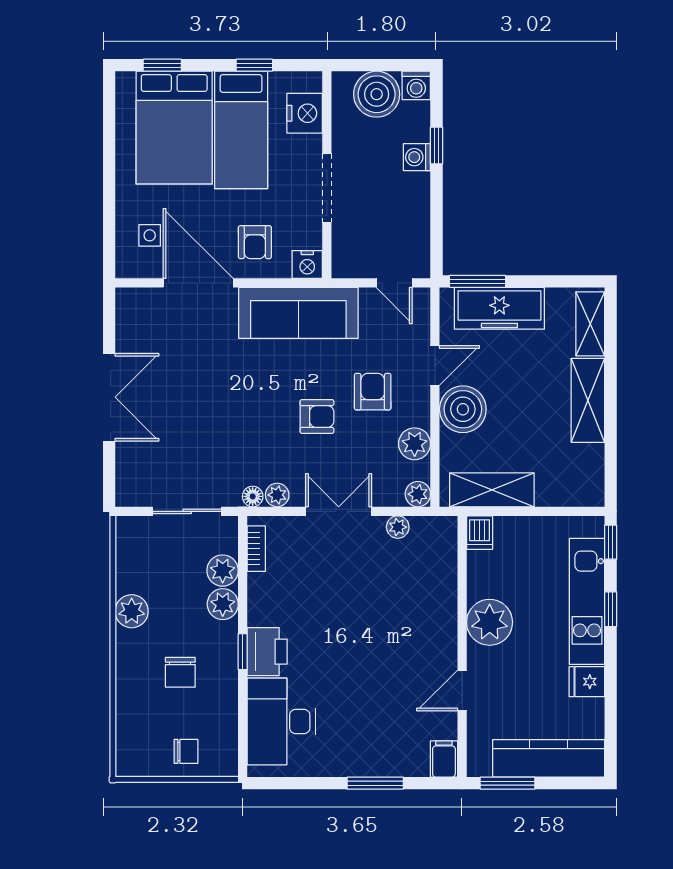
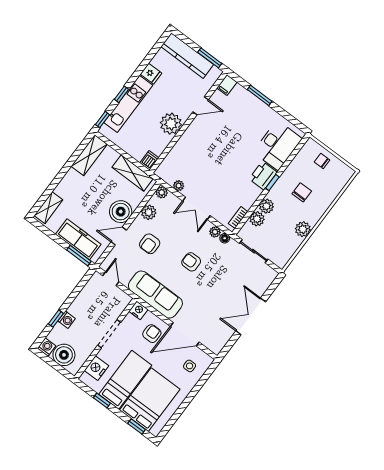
door: (198, 283) -> (185, 334), hinge flipped
shelving: (588, 400) -> (89, 155), moved
armchair: (317, 417) -> (191, 262), moved

